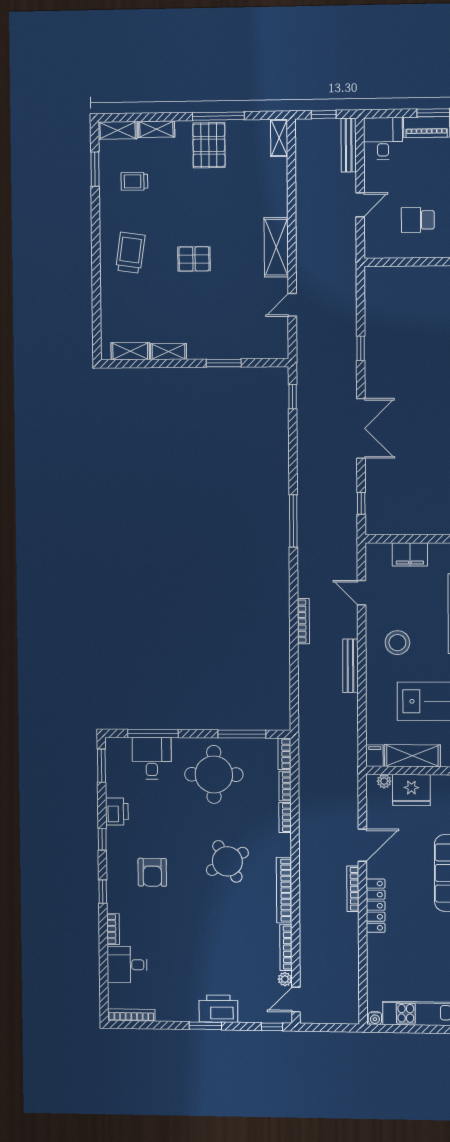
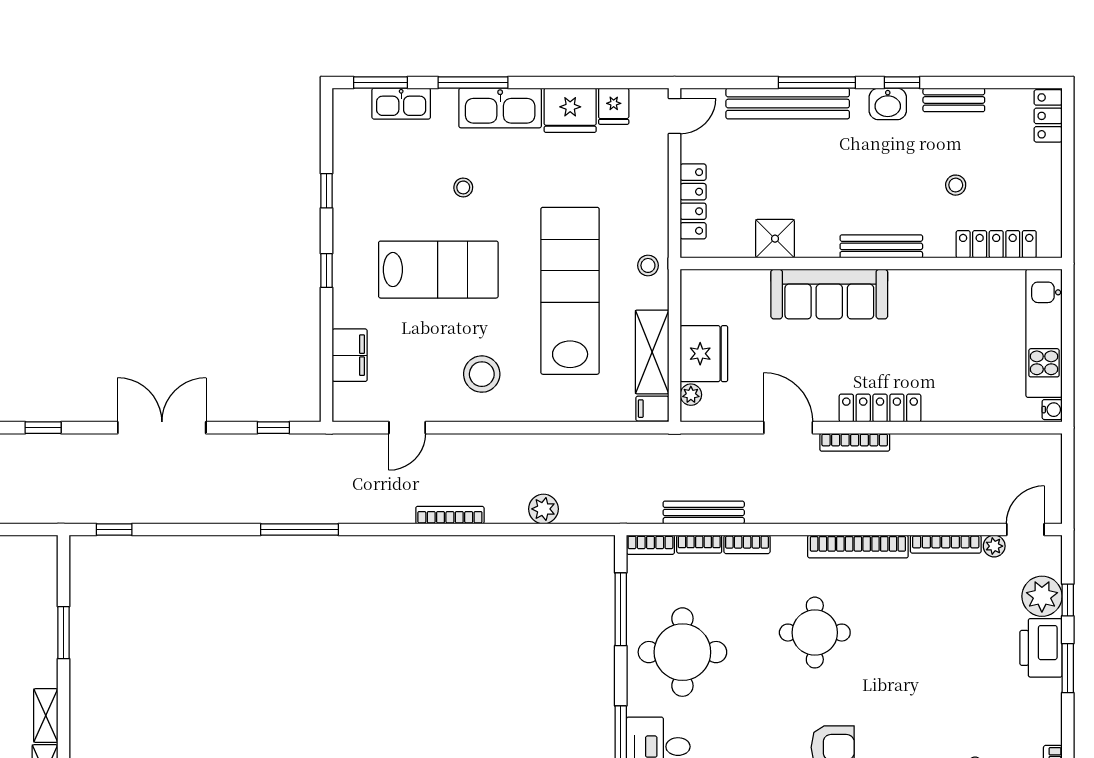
bench: (350, 666) -> (704, 512), moved
plant: (308, 683) -> (543, 509), added
round table: (227, 861) -> (815, 633), turned 30
door: (296, 1000) -> (1025, 529), swing flipped
plant: (252, 1010) -> (1042, 596), added
window: (272, 1027) -> (1068, 600), moved

